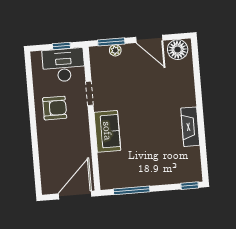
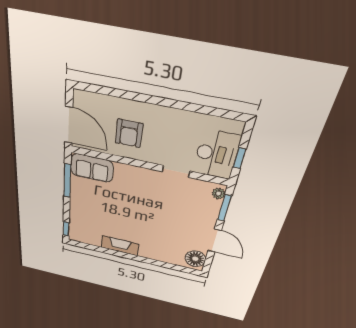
door: (149, 39) -> (215, 241), swing flipped
plant: (115, 50) -> (218, 193), moved
armchair: (55, 108) -> (129, 133), moved
sofa: (107, 131) -> (92, 168), moved

